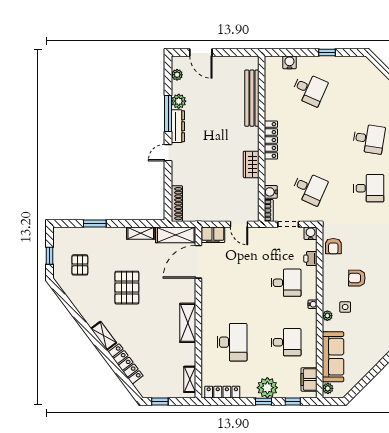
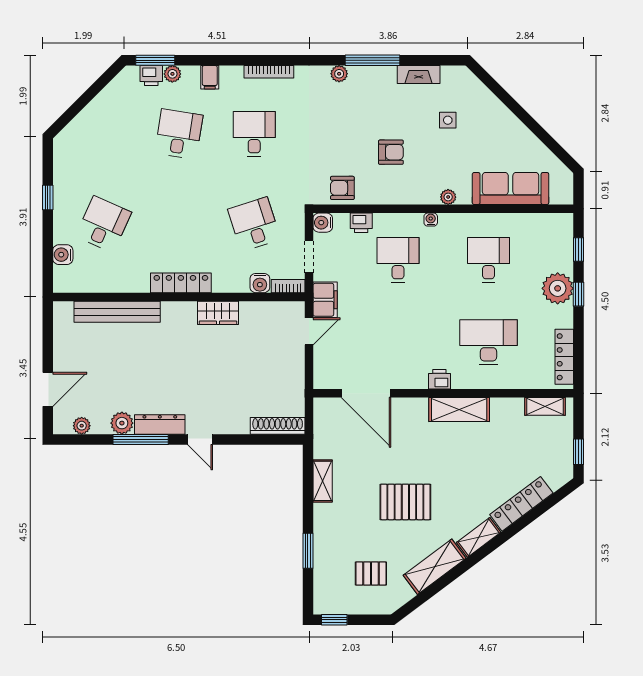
desk: (309, 188) -> (254, 224), turned -42
shelving: (176, 235) -> (435, 567), moved, turned 53
filing cabinet: (213, 235) -> (325, 300), moved
armchair: (333, 246) -> (342, 188), turned 180
window: (49, 256) -> (334, 620), moved
armchair: (357, 278) -> (391, 152), turned -91
side table: (345, 307) -> (448, 120), moved
printer: (208, 310) -> (439, 379), added
filing cabinet: (309, 379) -> (545, 225), removed
plant: (328, 388) -> (559, 196), removed

